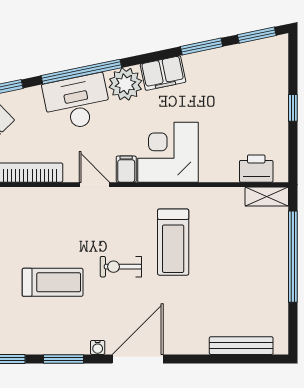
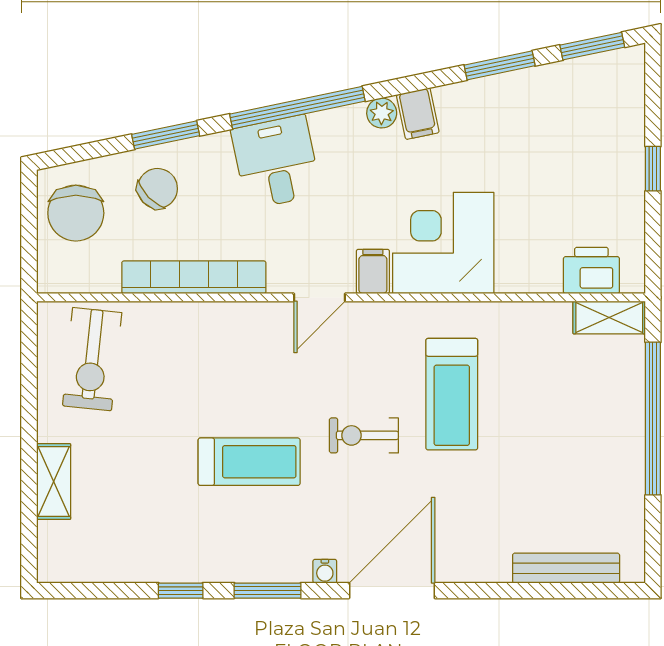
filing cabinet: (163, 73) -> (418, 114), width x0.50
plant: (125, 84) -> (382, 113), width x0.53, depth x0.53
desk: (77, 102) -> (276, 162), width x0.73
door: (94, 185) -> (319, 297), swing flipped

